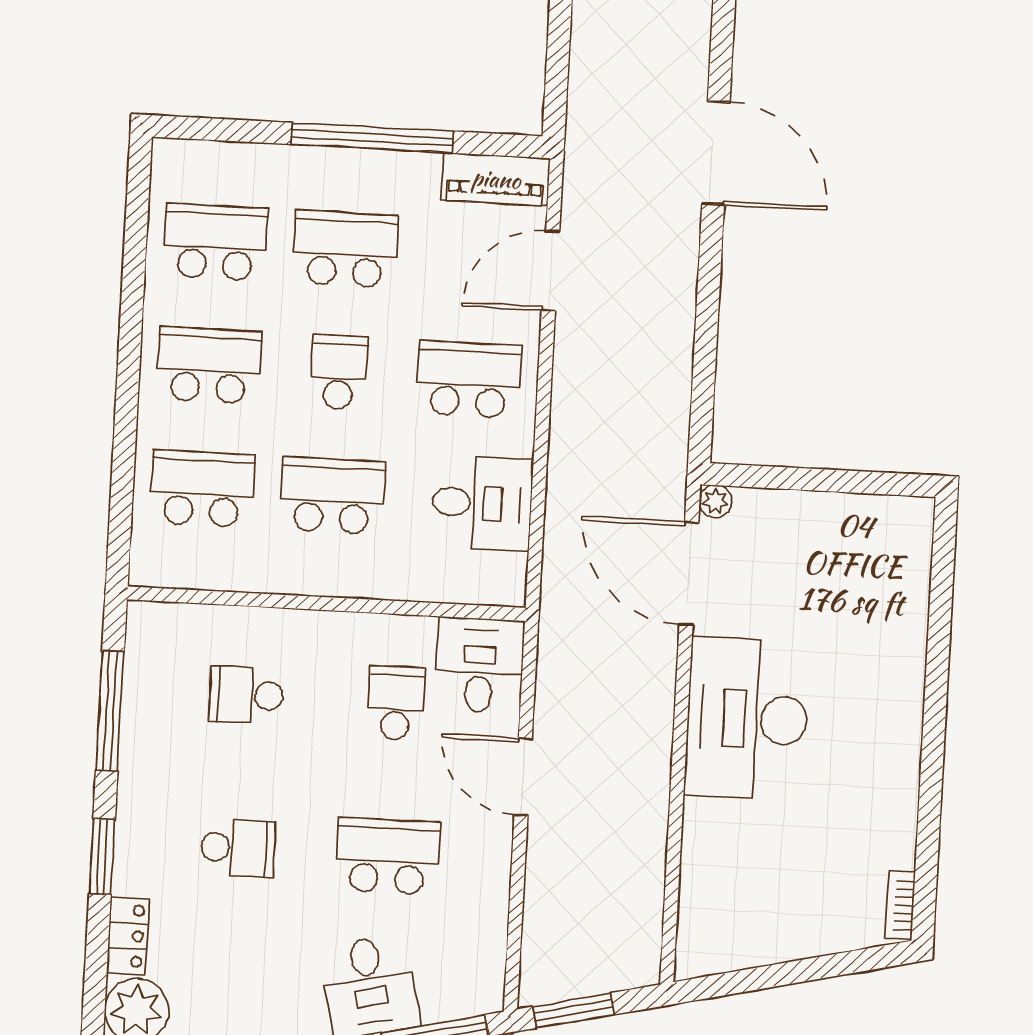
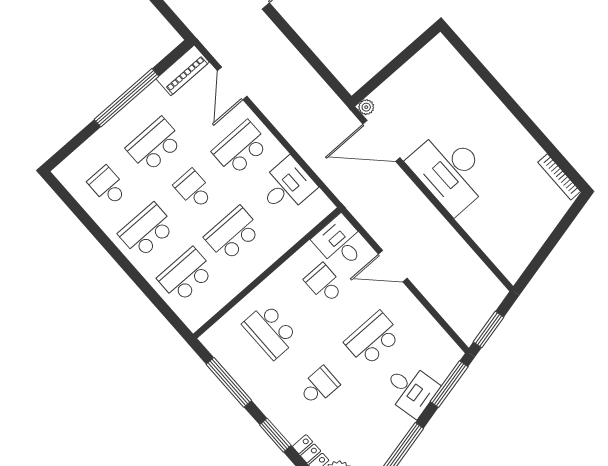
school desk: (216, 242) -> (108, 186), width x0.54
school desk: (246, 695) -> (270, 331), width x1.85
bookcase: (900, 905) -> (559, 177), width x1.56

